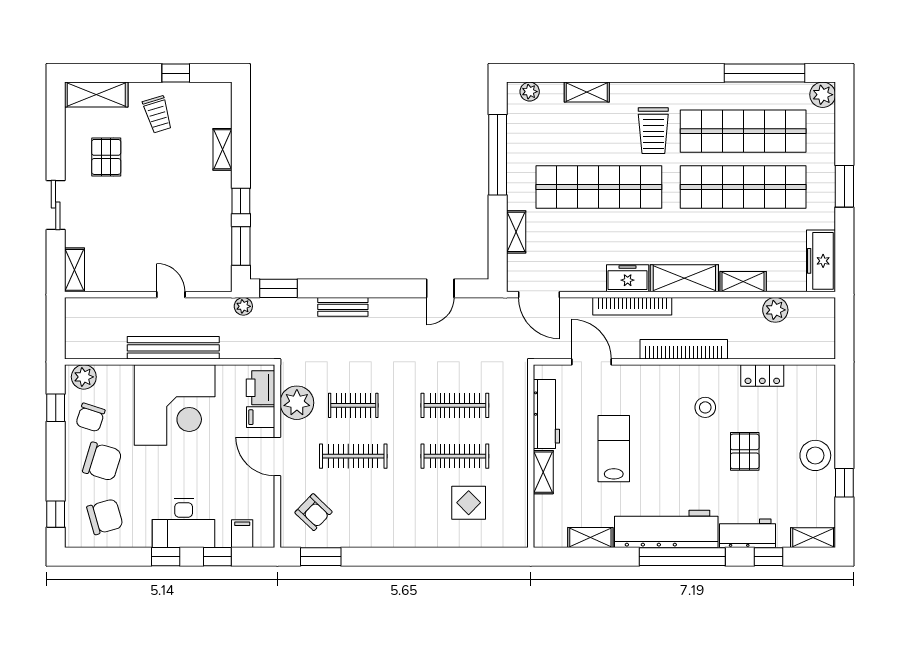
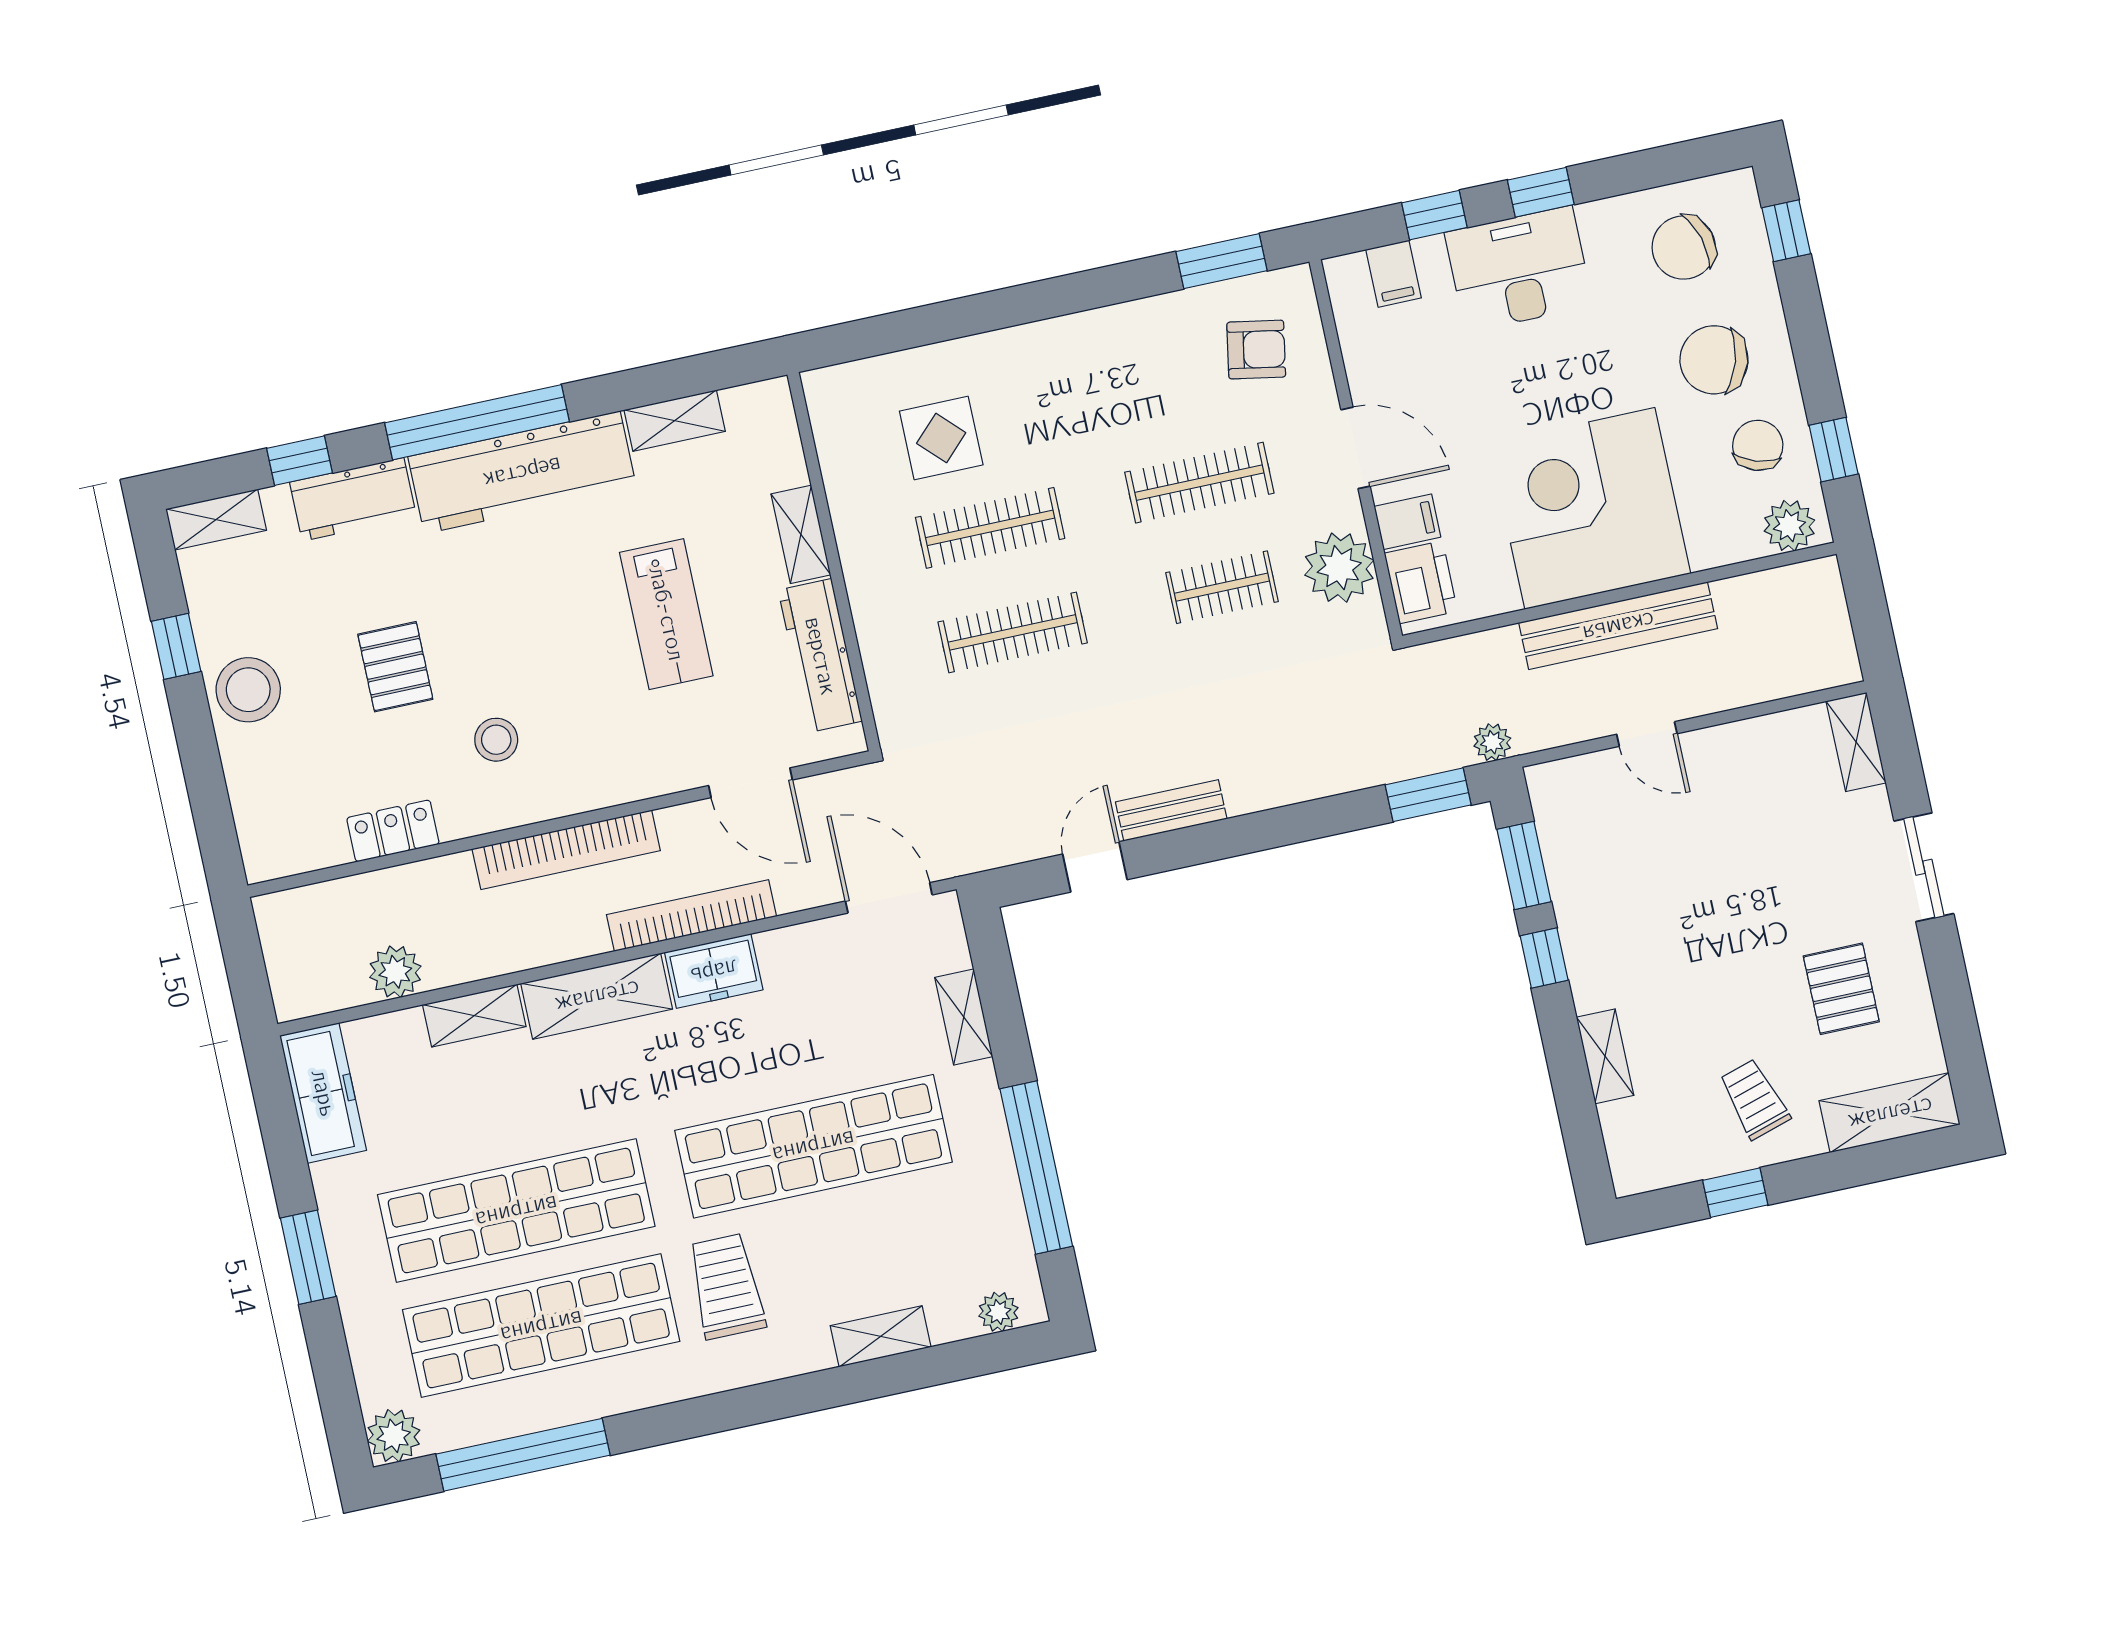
bench: (343, 307) -> (1171, 810), moved
armchair: (314, 512) -> (1256, 350), turned 146

